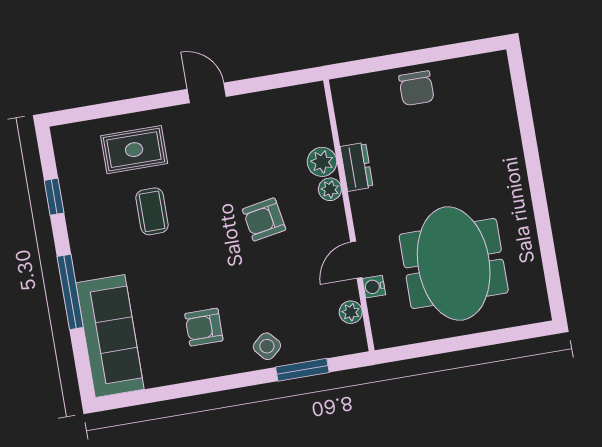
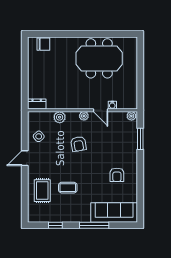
chair: (416, 88) -> (43, 44), moved
dresser: (357, 167) -> (37, 104), moved
plant: (330, 189) -> (84, 116), moved
meeting table: (454, 264) -> (99, 58), moved
plant: (351, 312) -> (131, 116), moved
side table: (267, 346) -> (39, 136), moved

